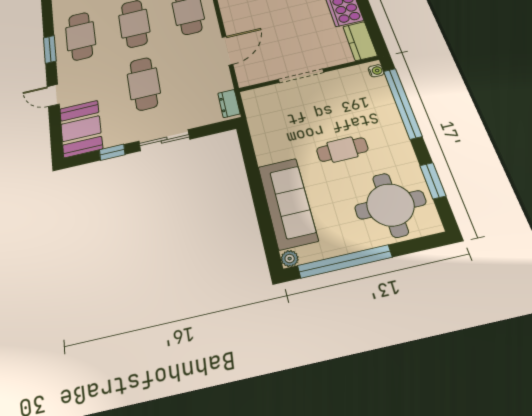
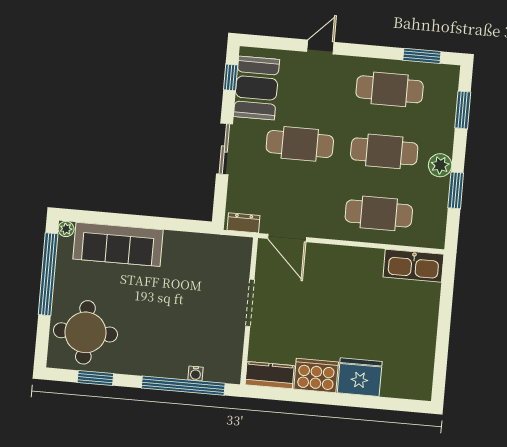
window: (50, 49) -> (422, 56), moved
door: (227, 51) -> (287, 238), moved
water cooler: (376, 71) -> (196, 373), moved
booth: (81, 129) -> (256, 88), moved, turned 90
cafe table: (342, 150) -> (154, 312), removed
window: (112, 152) -> (231, 77), moved

